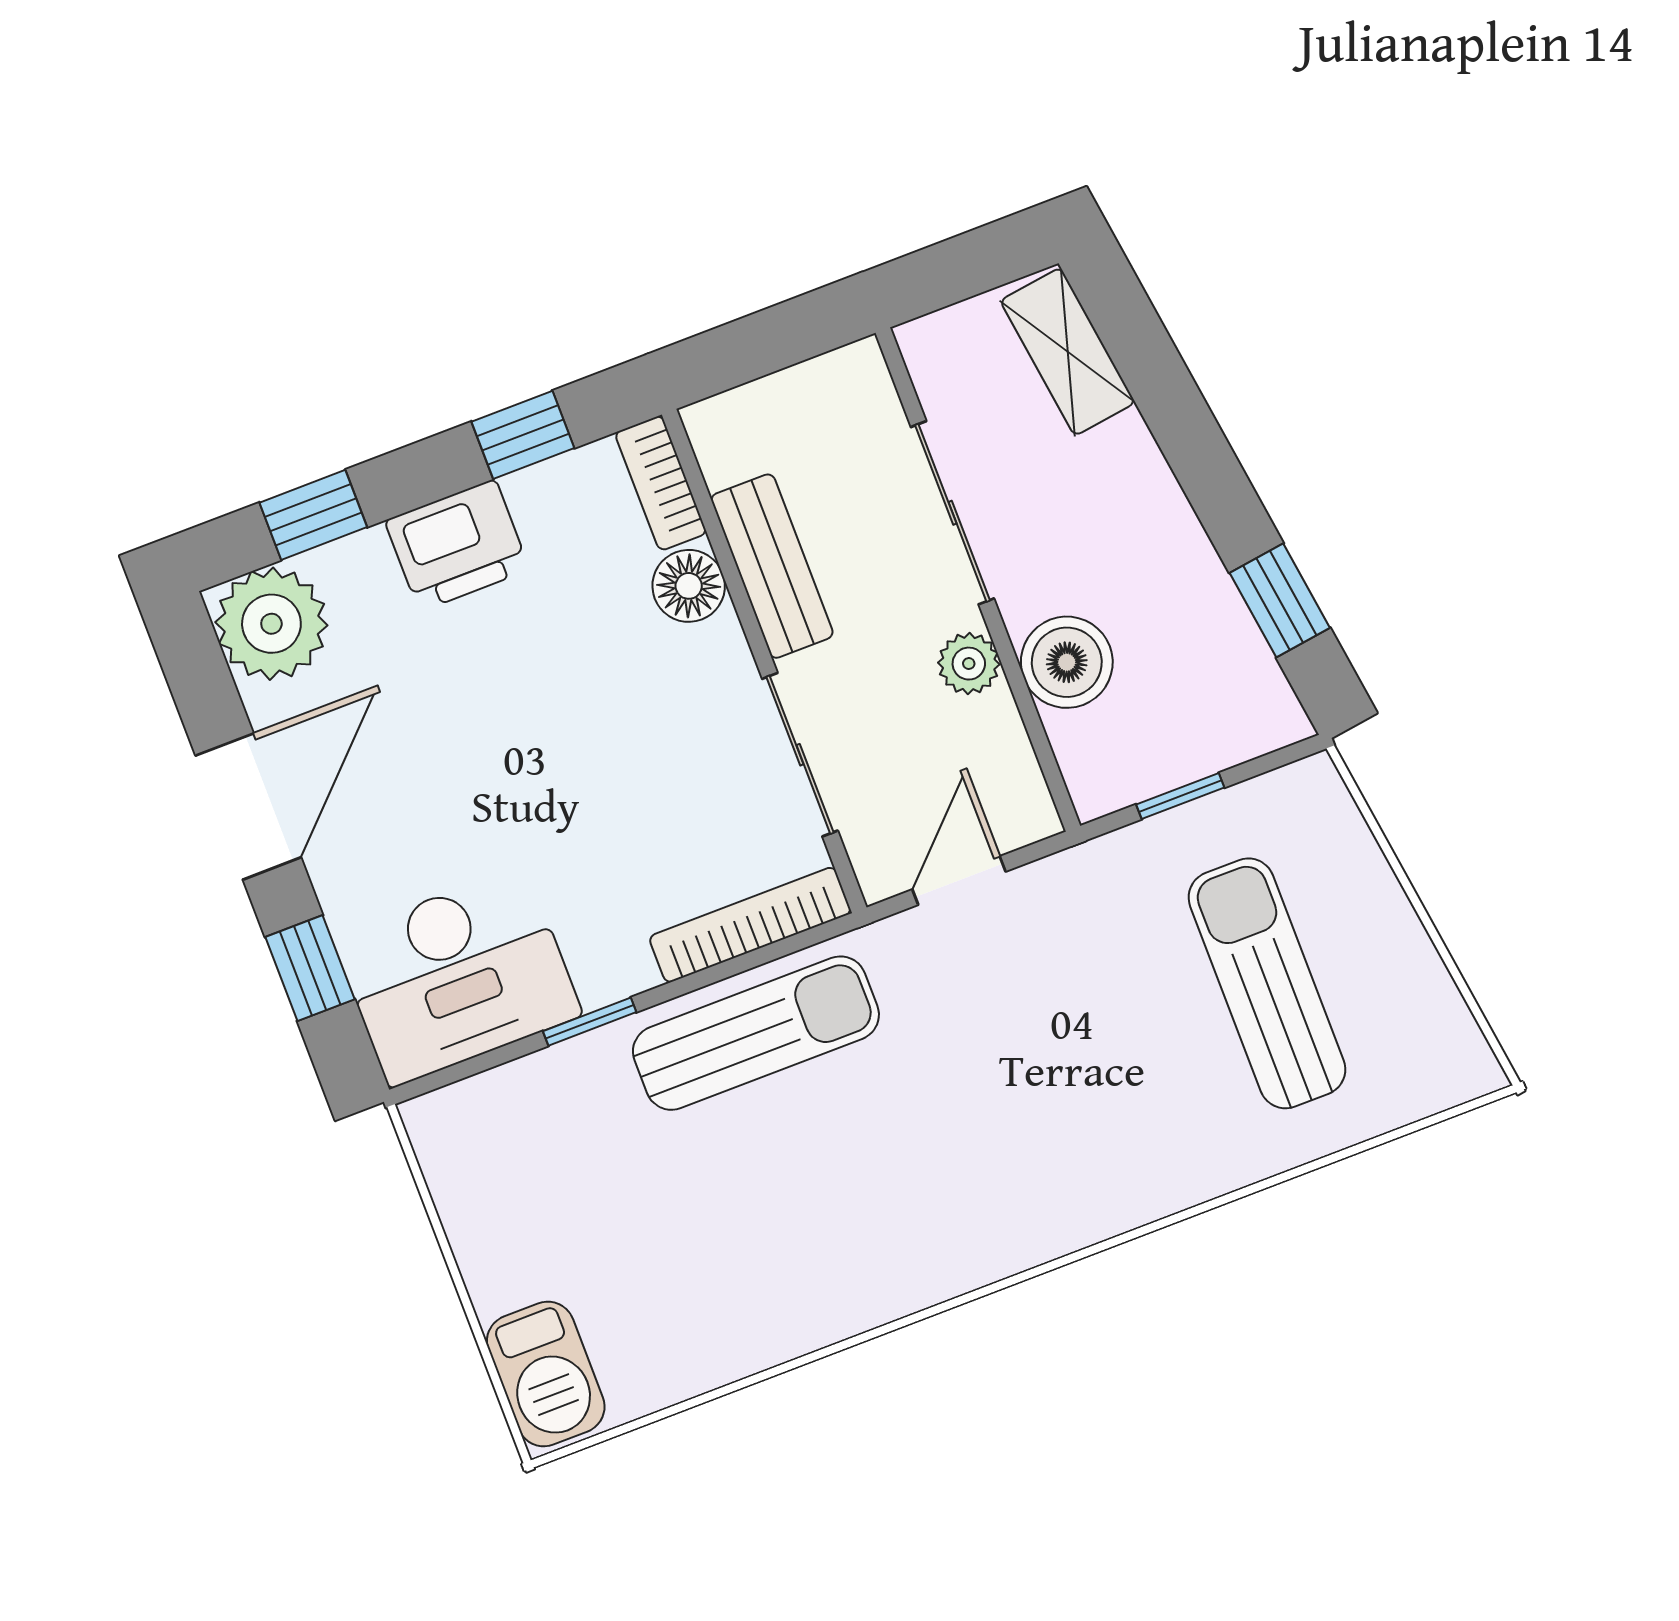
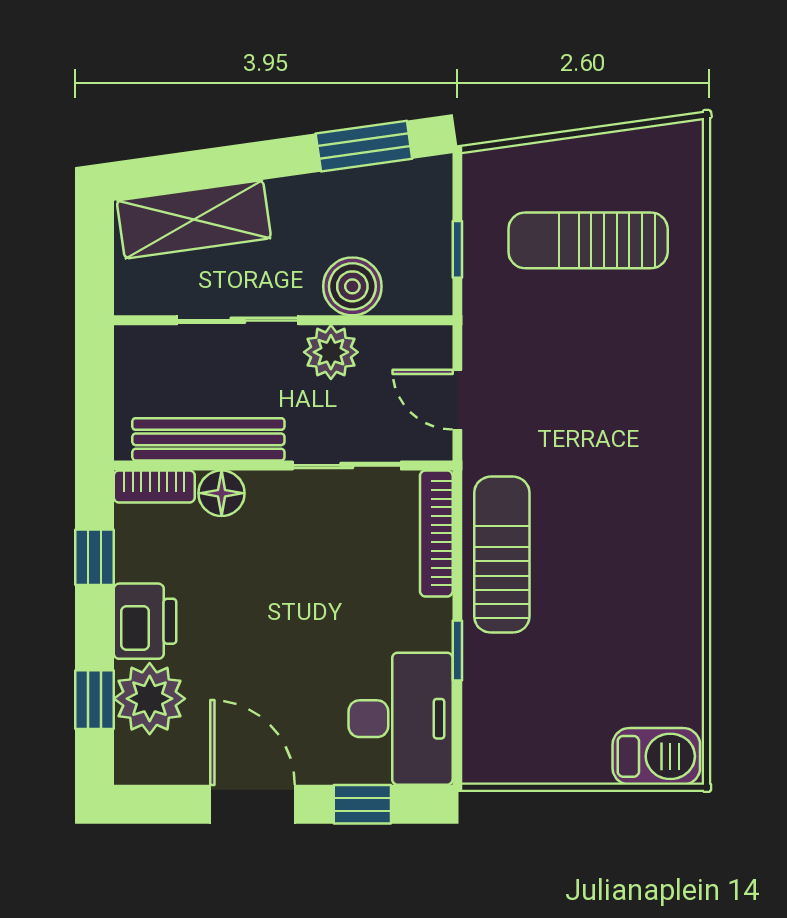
shelving: (1068, 352) -> (194, 219), width x1.50, depth x1.33
bench: (772, 566) -> (208, 439), width x1.36
window: (1280, 600) -> (364, 146), width x1.50
plant: (271, 624) -> (150, 699), moved
plant: (969, 664) -> (331, 352), width x1.38, depth x1.38

